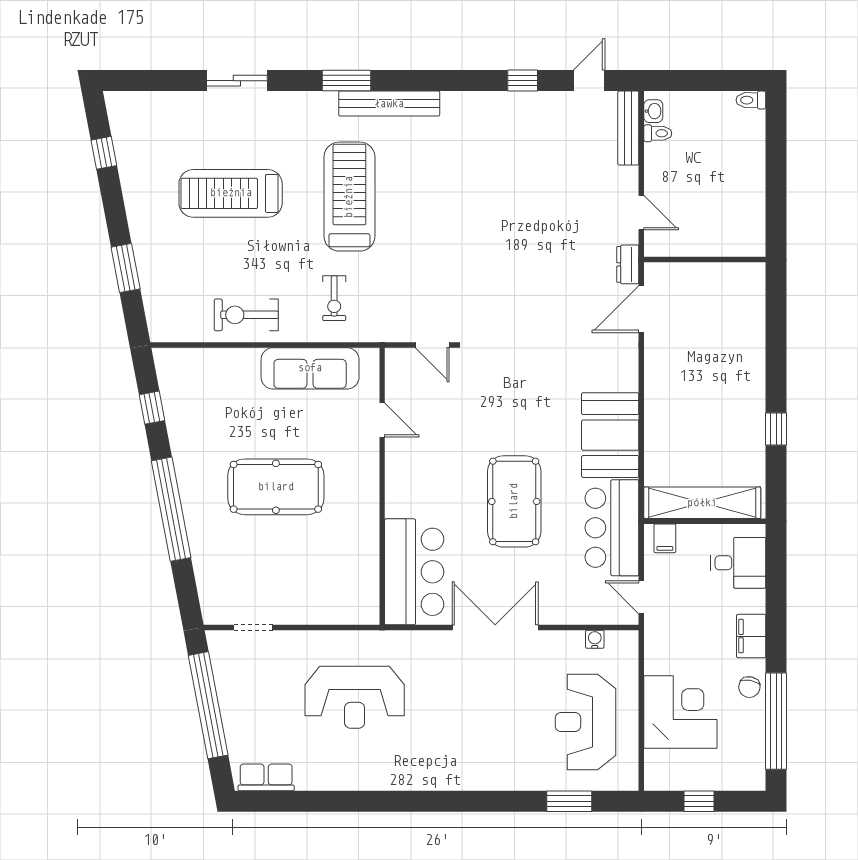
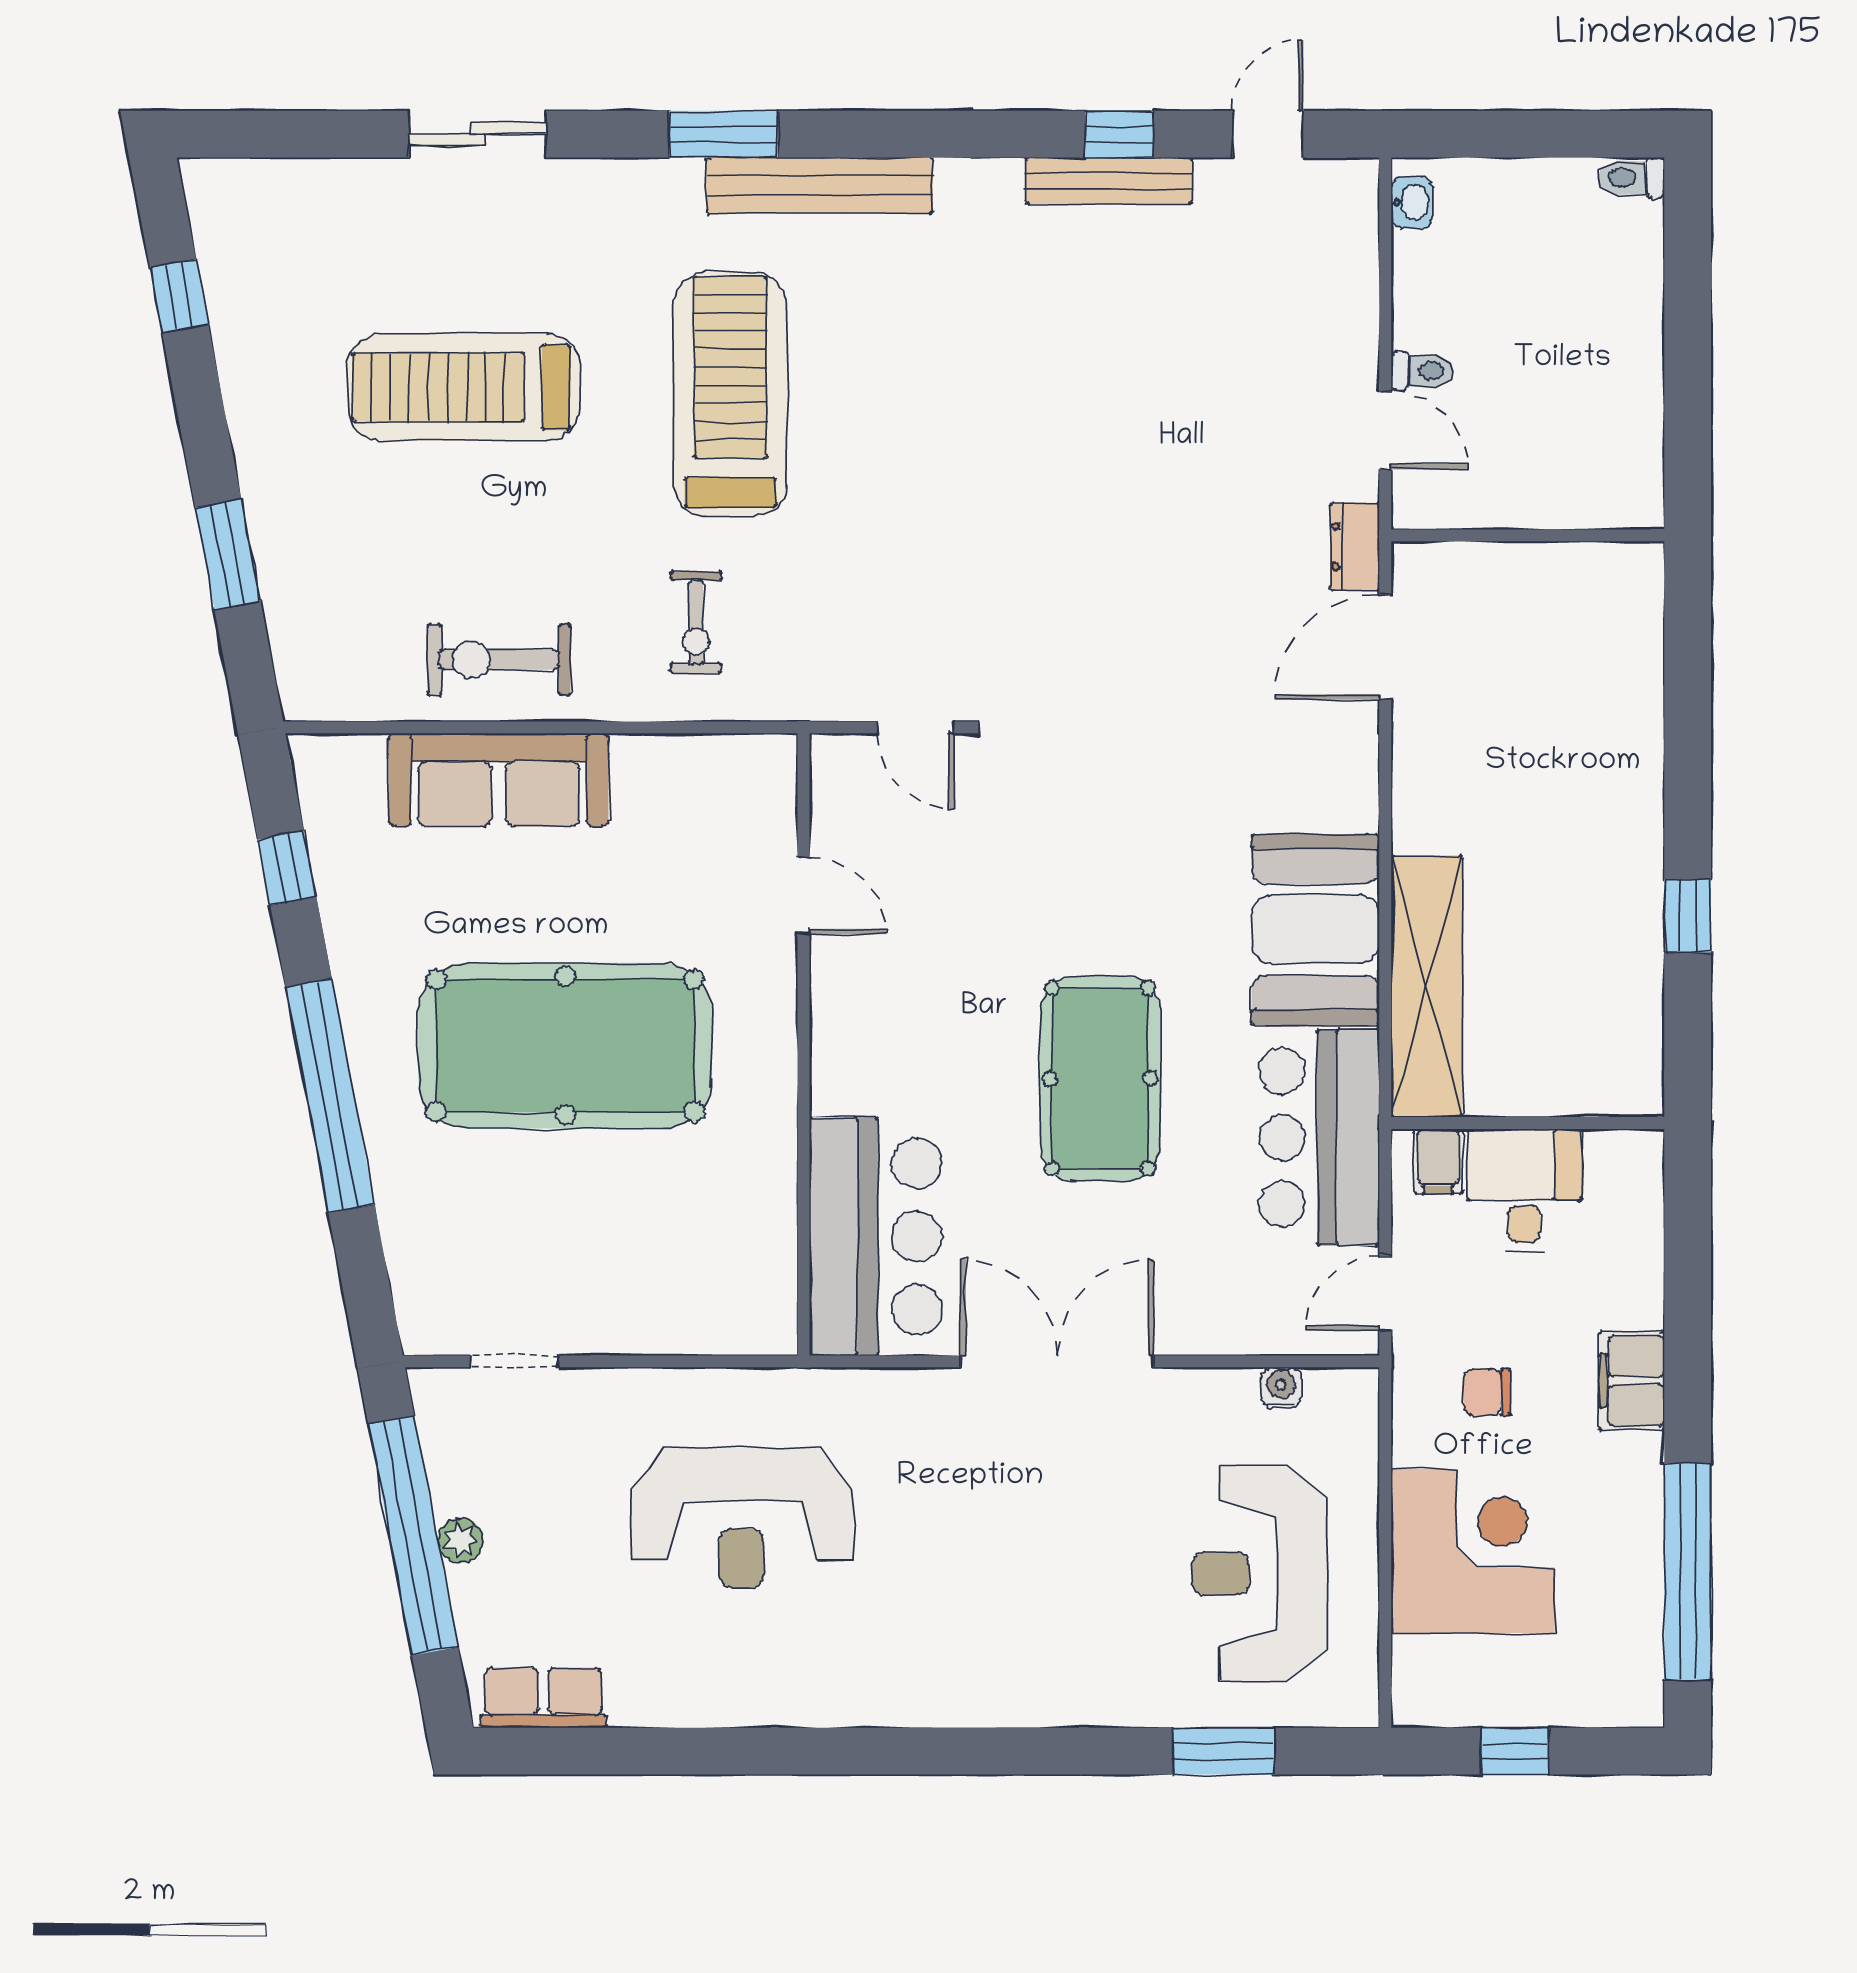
bench: (628, 128) -> (1109, 181), moved, turned 90
toilet: (658, 133) -> (1422, 371), moved
sofa: (310, 368) -> (499, 780), moved
pool table: (276, 487) -> (565, 1046), width x1.36, depth x1.32
shelving: (702, 503) -> (1427, 986), moved, turned 90
desk: (738, 563) -> (1524, 1191), moved, turned -90
door: (641, 597) -> (1385, 1293), hinge flipped
chair: (749, 687) -> (1487, 1392), moved, turned 79
plant: (229, 707) -> (460, 1540), added

